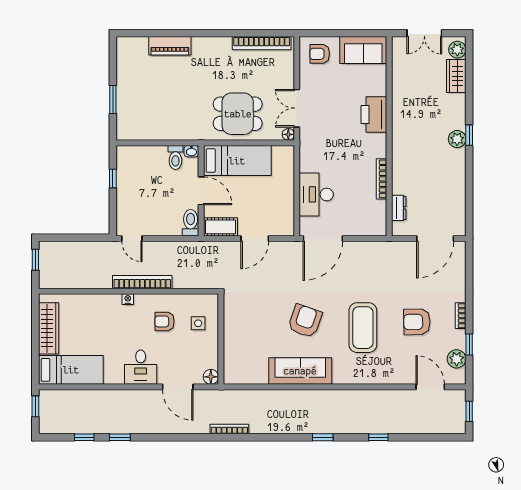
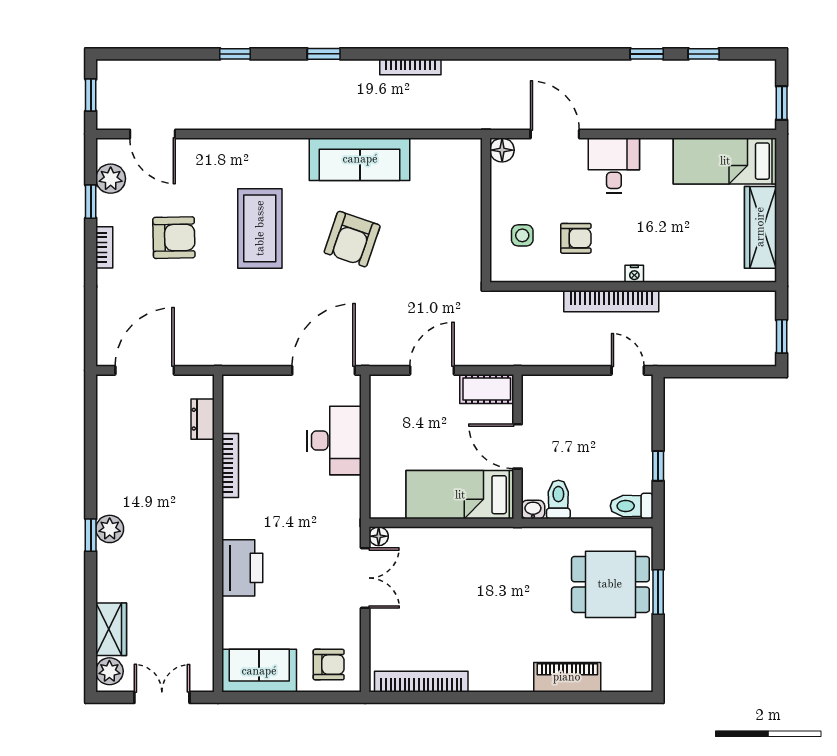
dining table: (238, 114) -> (610, 584), moved
toilet: (191, 223) -> (632, 506), moved, turned 90
bookcase: (229, 429) -> (410, 67), moved

